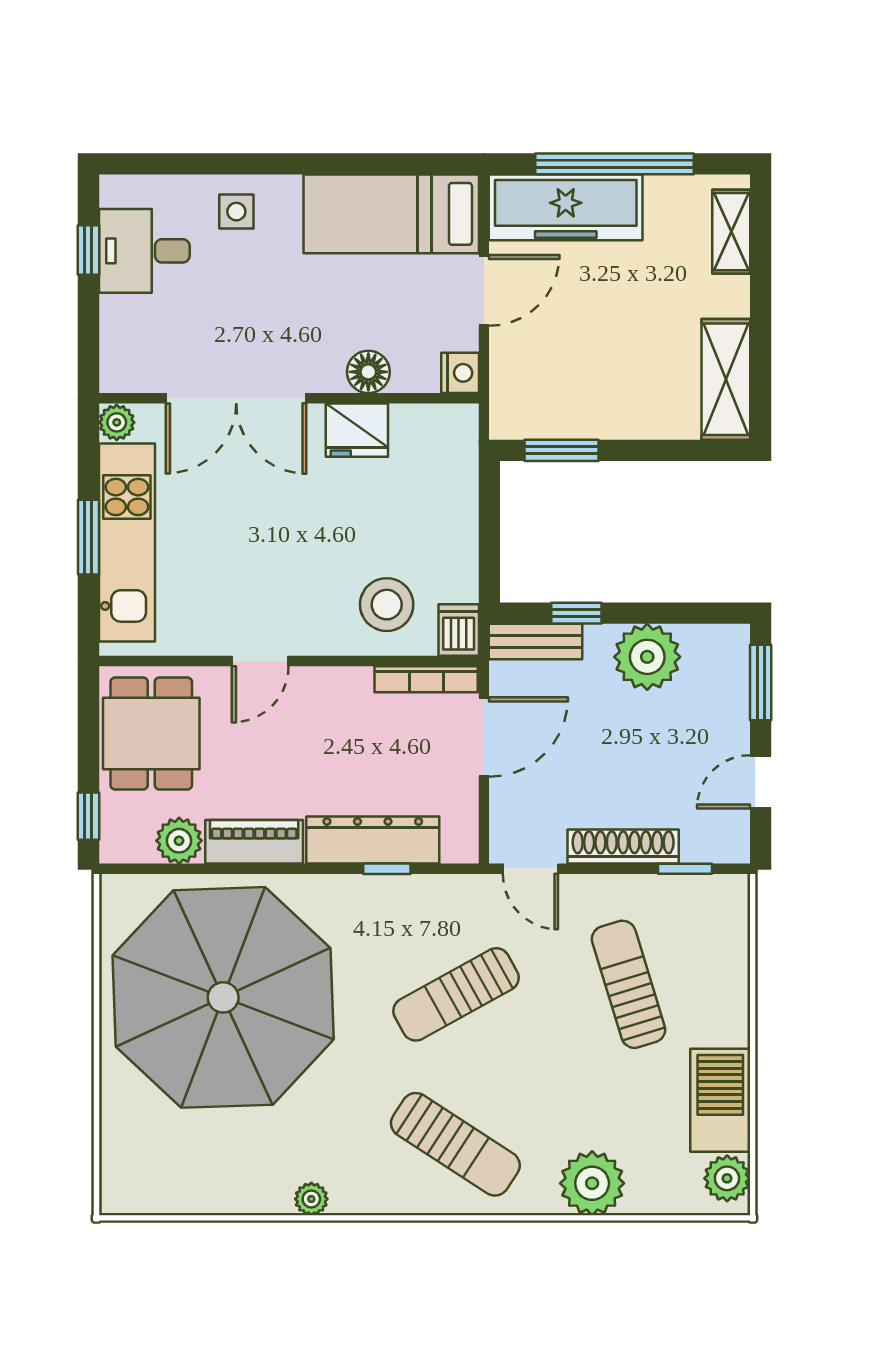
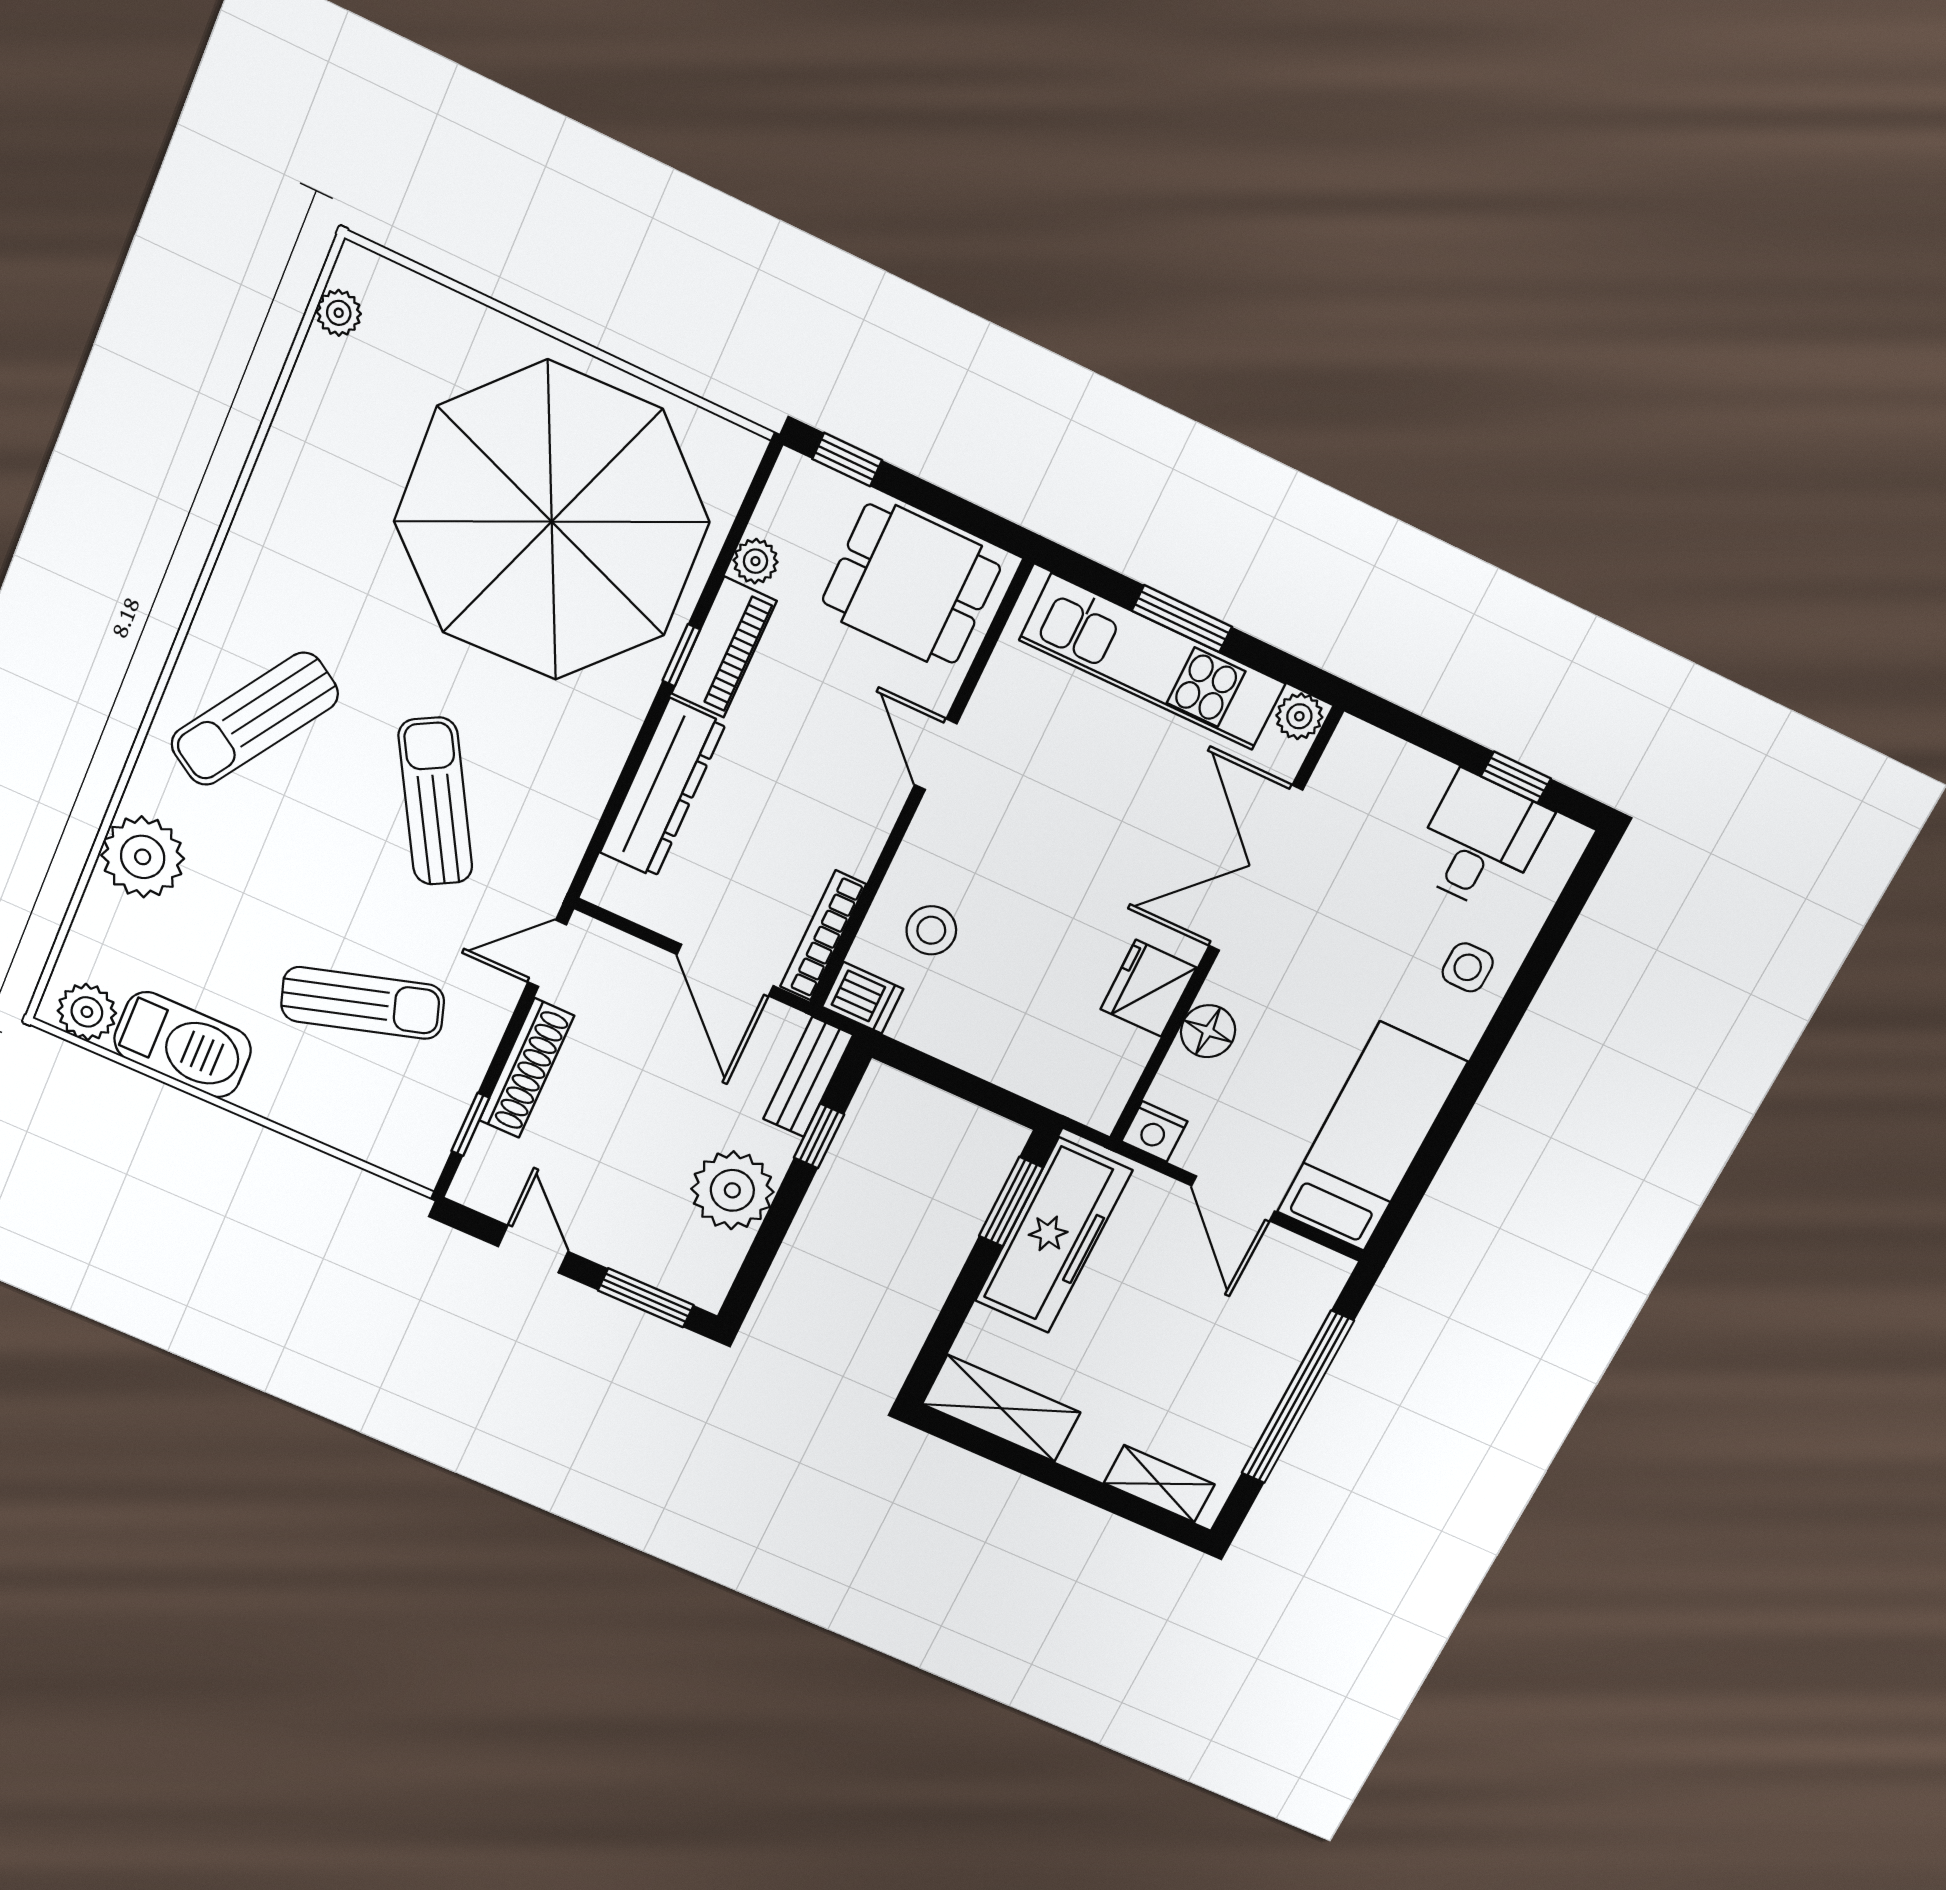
freezer: (566, 207) -> (1053, 1236), moved, turned 180
stool: (387, 605) -> (931, 930), width x0.73, depth x0.73
plant: (179, 841) -> (755, 561), width x0.73, depth x0.73
window: (387, 869) -> (681, 655), moved
plant: (311, 1199) -> (339, 313), moved

